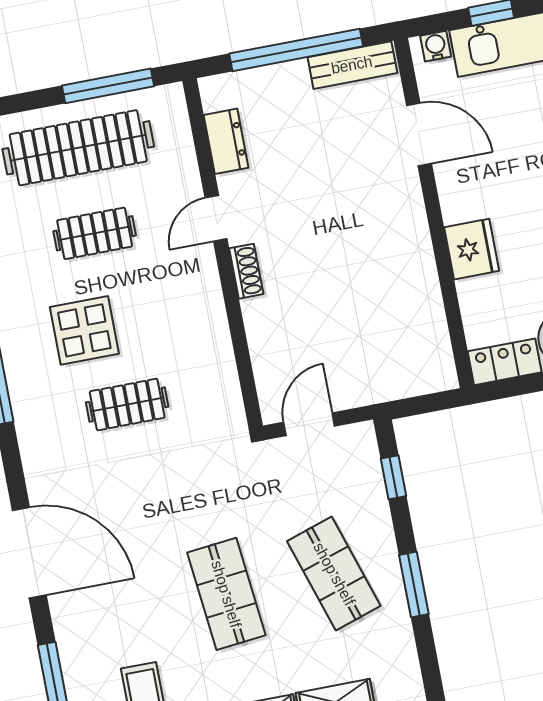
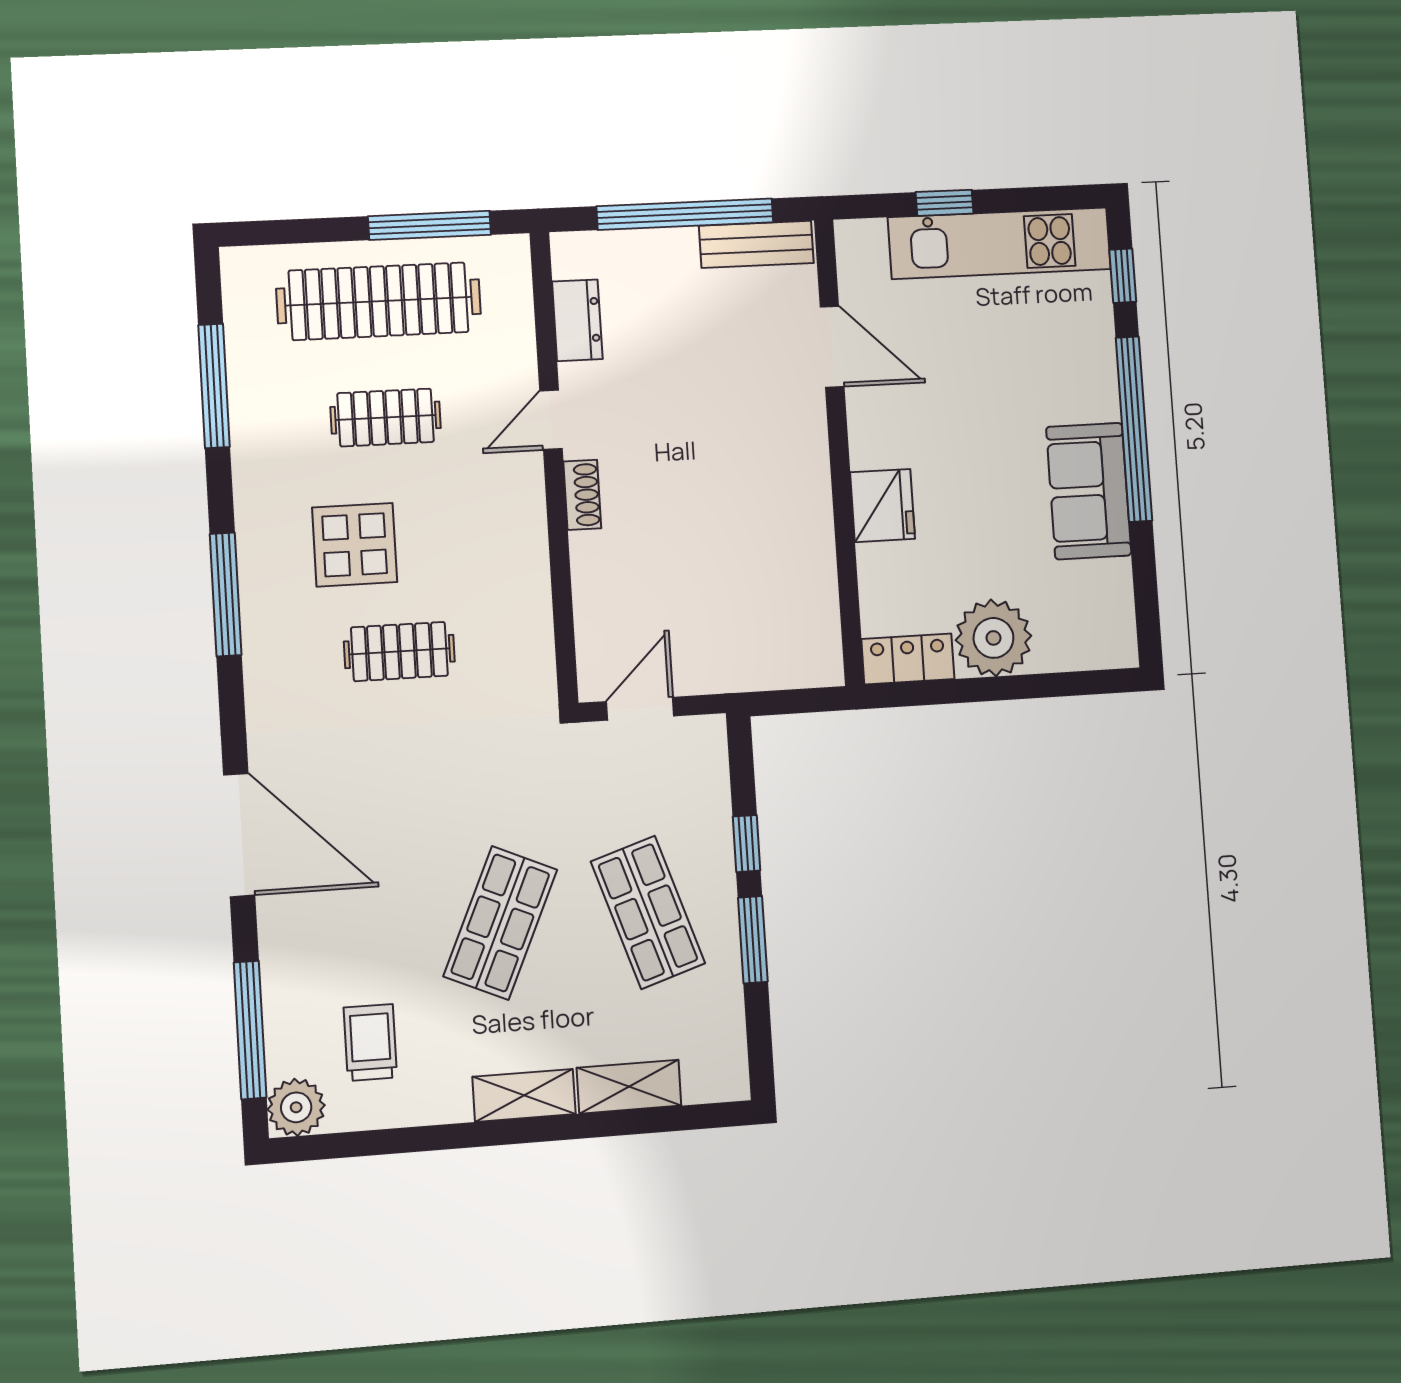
water cooler: (436, 46) -> (868, 235), removed
window: (393, 477) -> (747, 844), moved
shop shelf: (226, 594) -> (500, 923), turned 30

